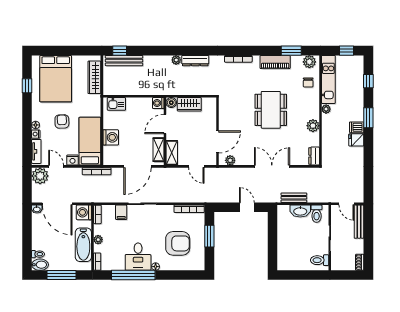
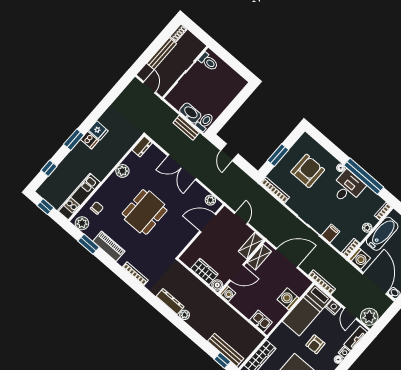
plant: (326, 109) -> (101, 175), removed
toilet: (317, 214) -> (205, 122), moved
bench: (359, 222) -> (162, 53), moved
armchair: (178, 243) -> (308, 171), turned 90

